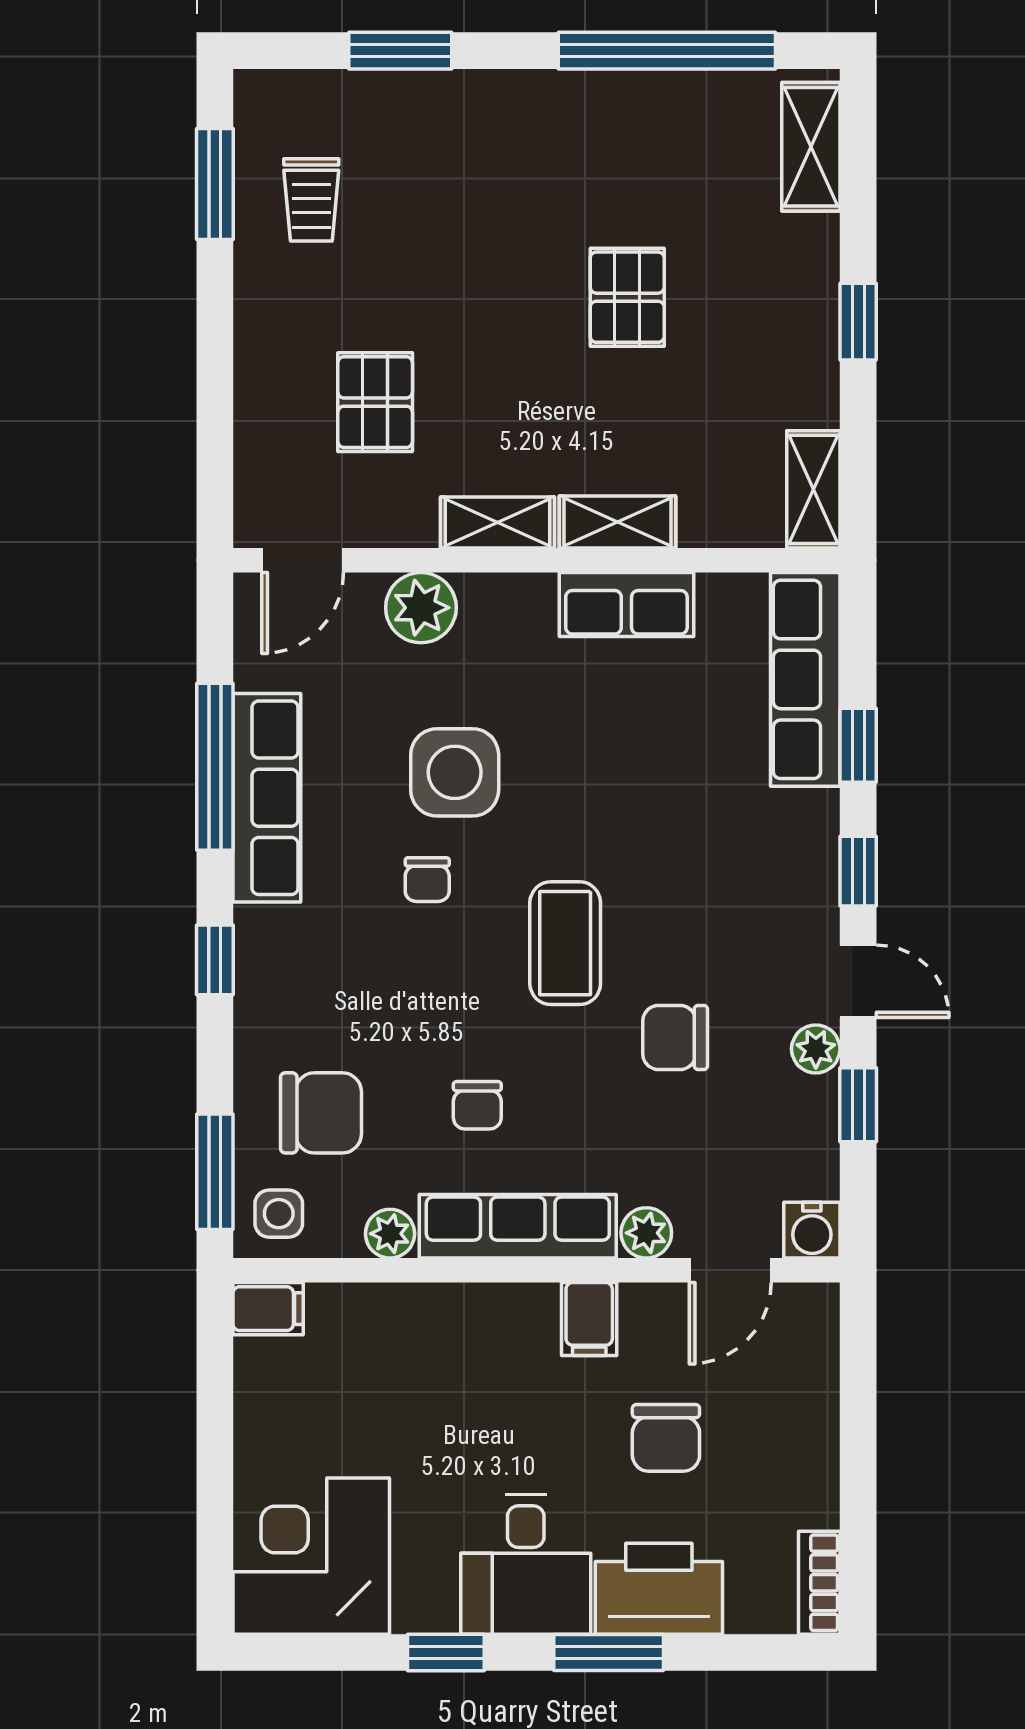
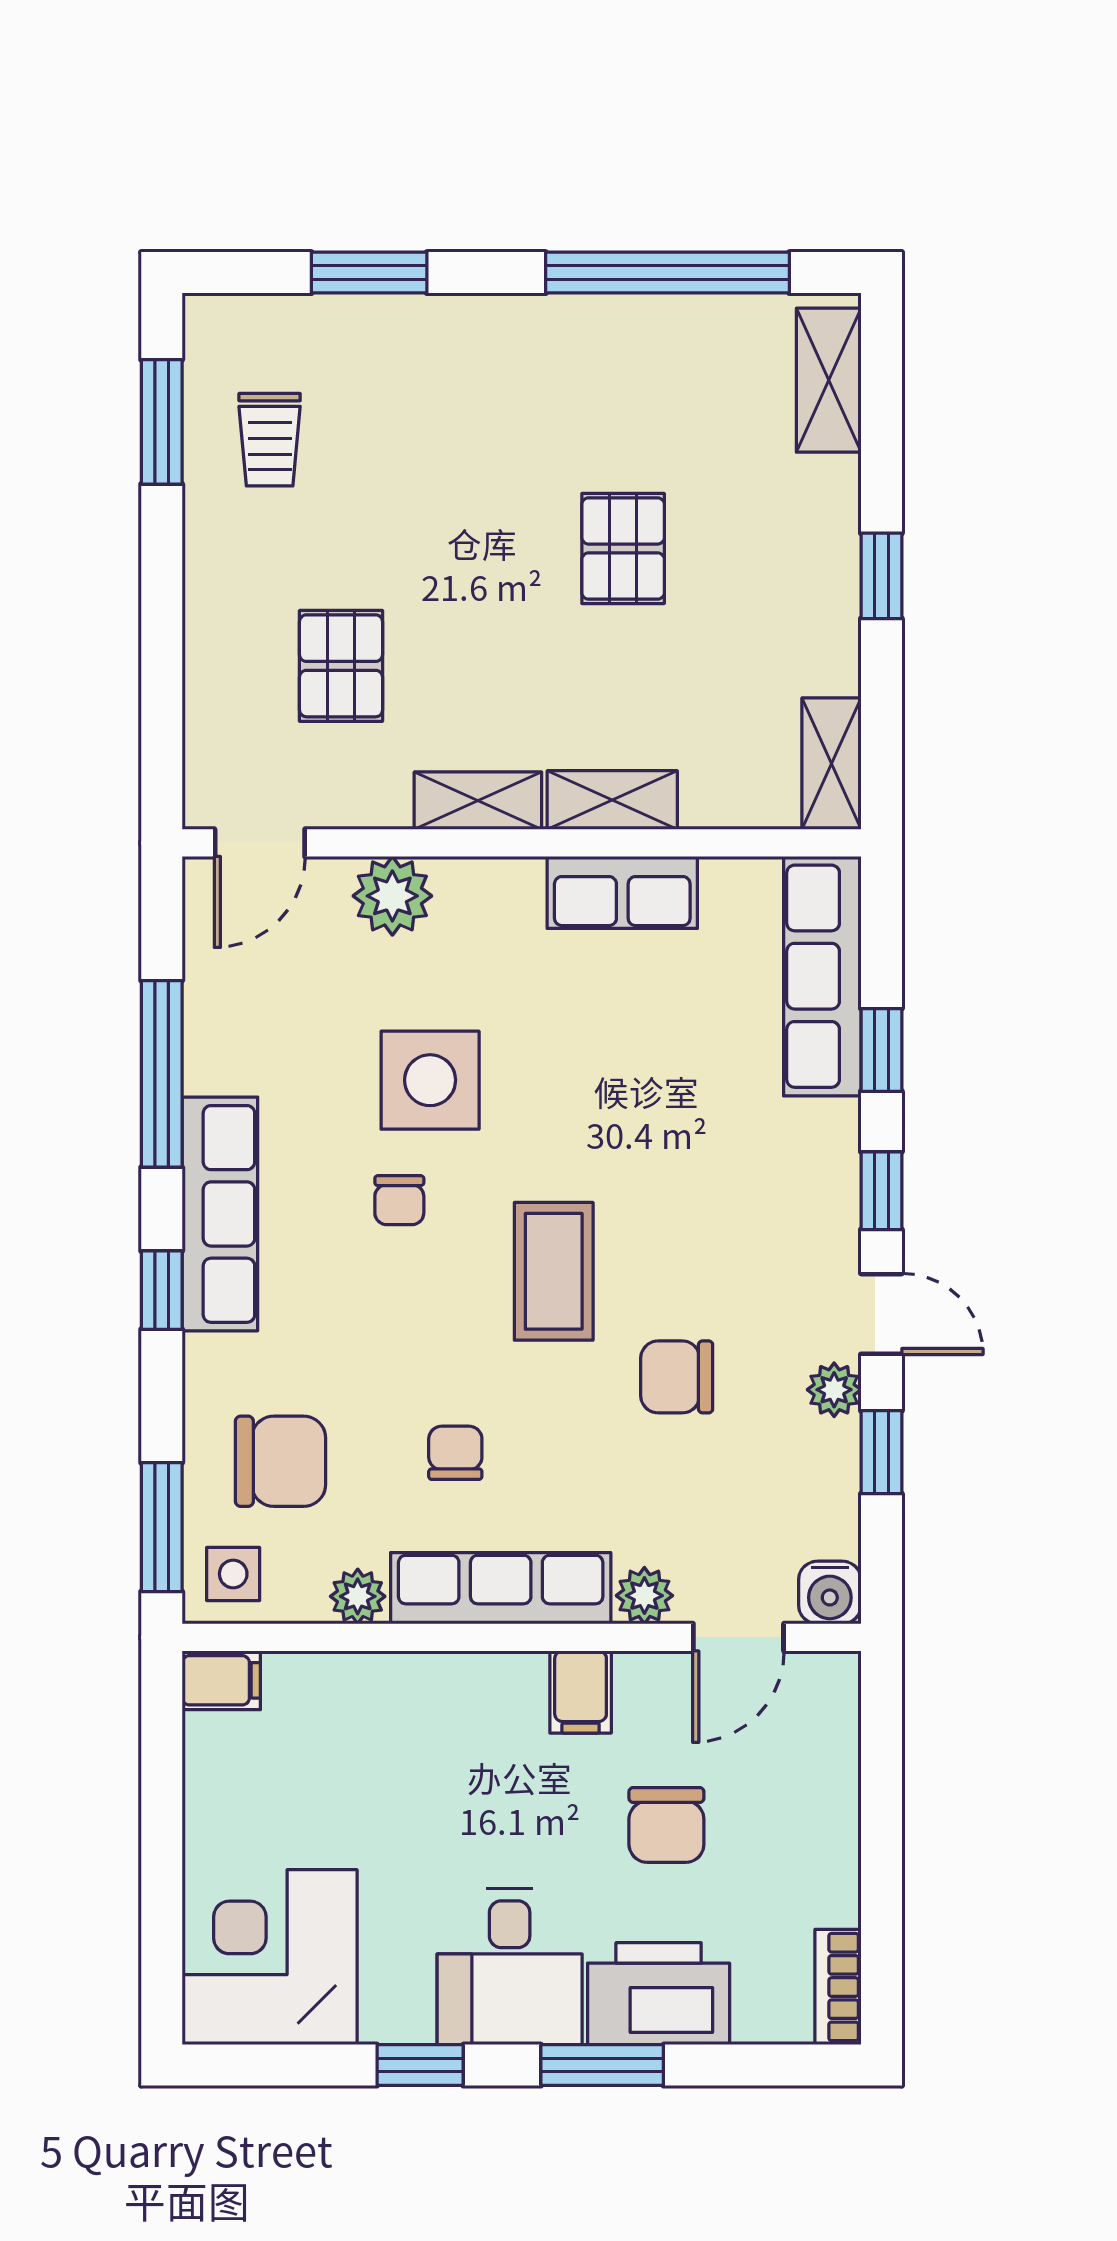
row of seats: (267, 798) -> (220, 1214), moved
chair: (477, 1105) -> (455, 1453), turned 180

